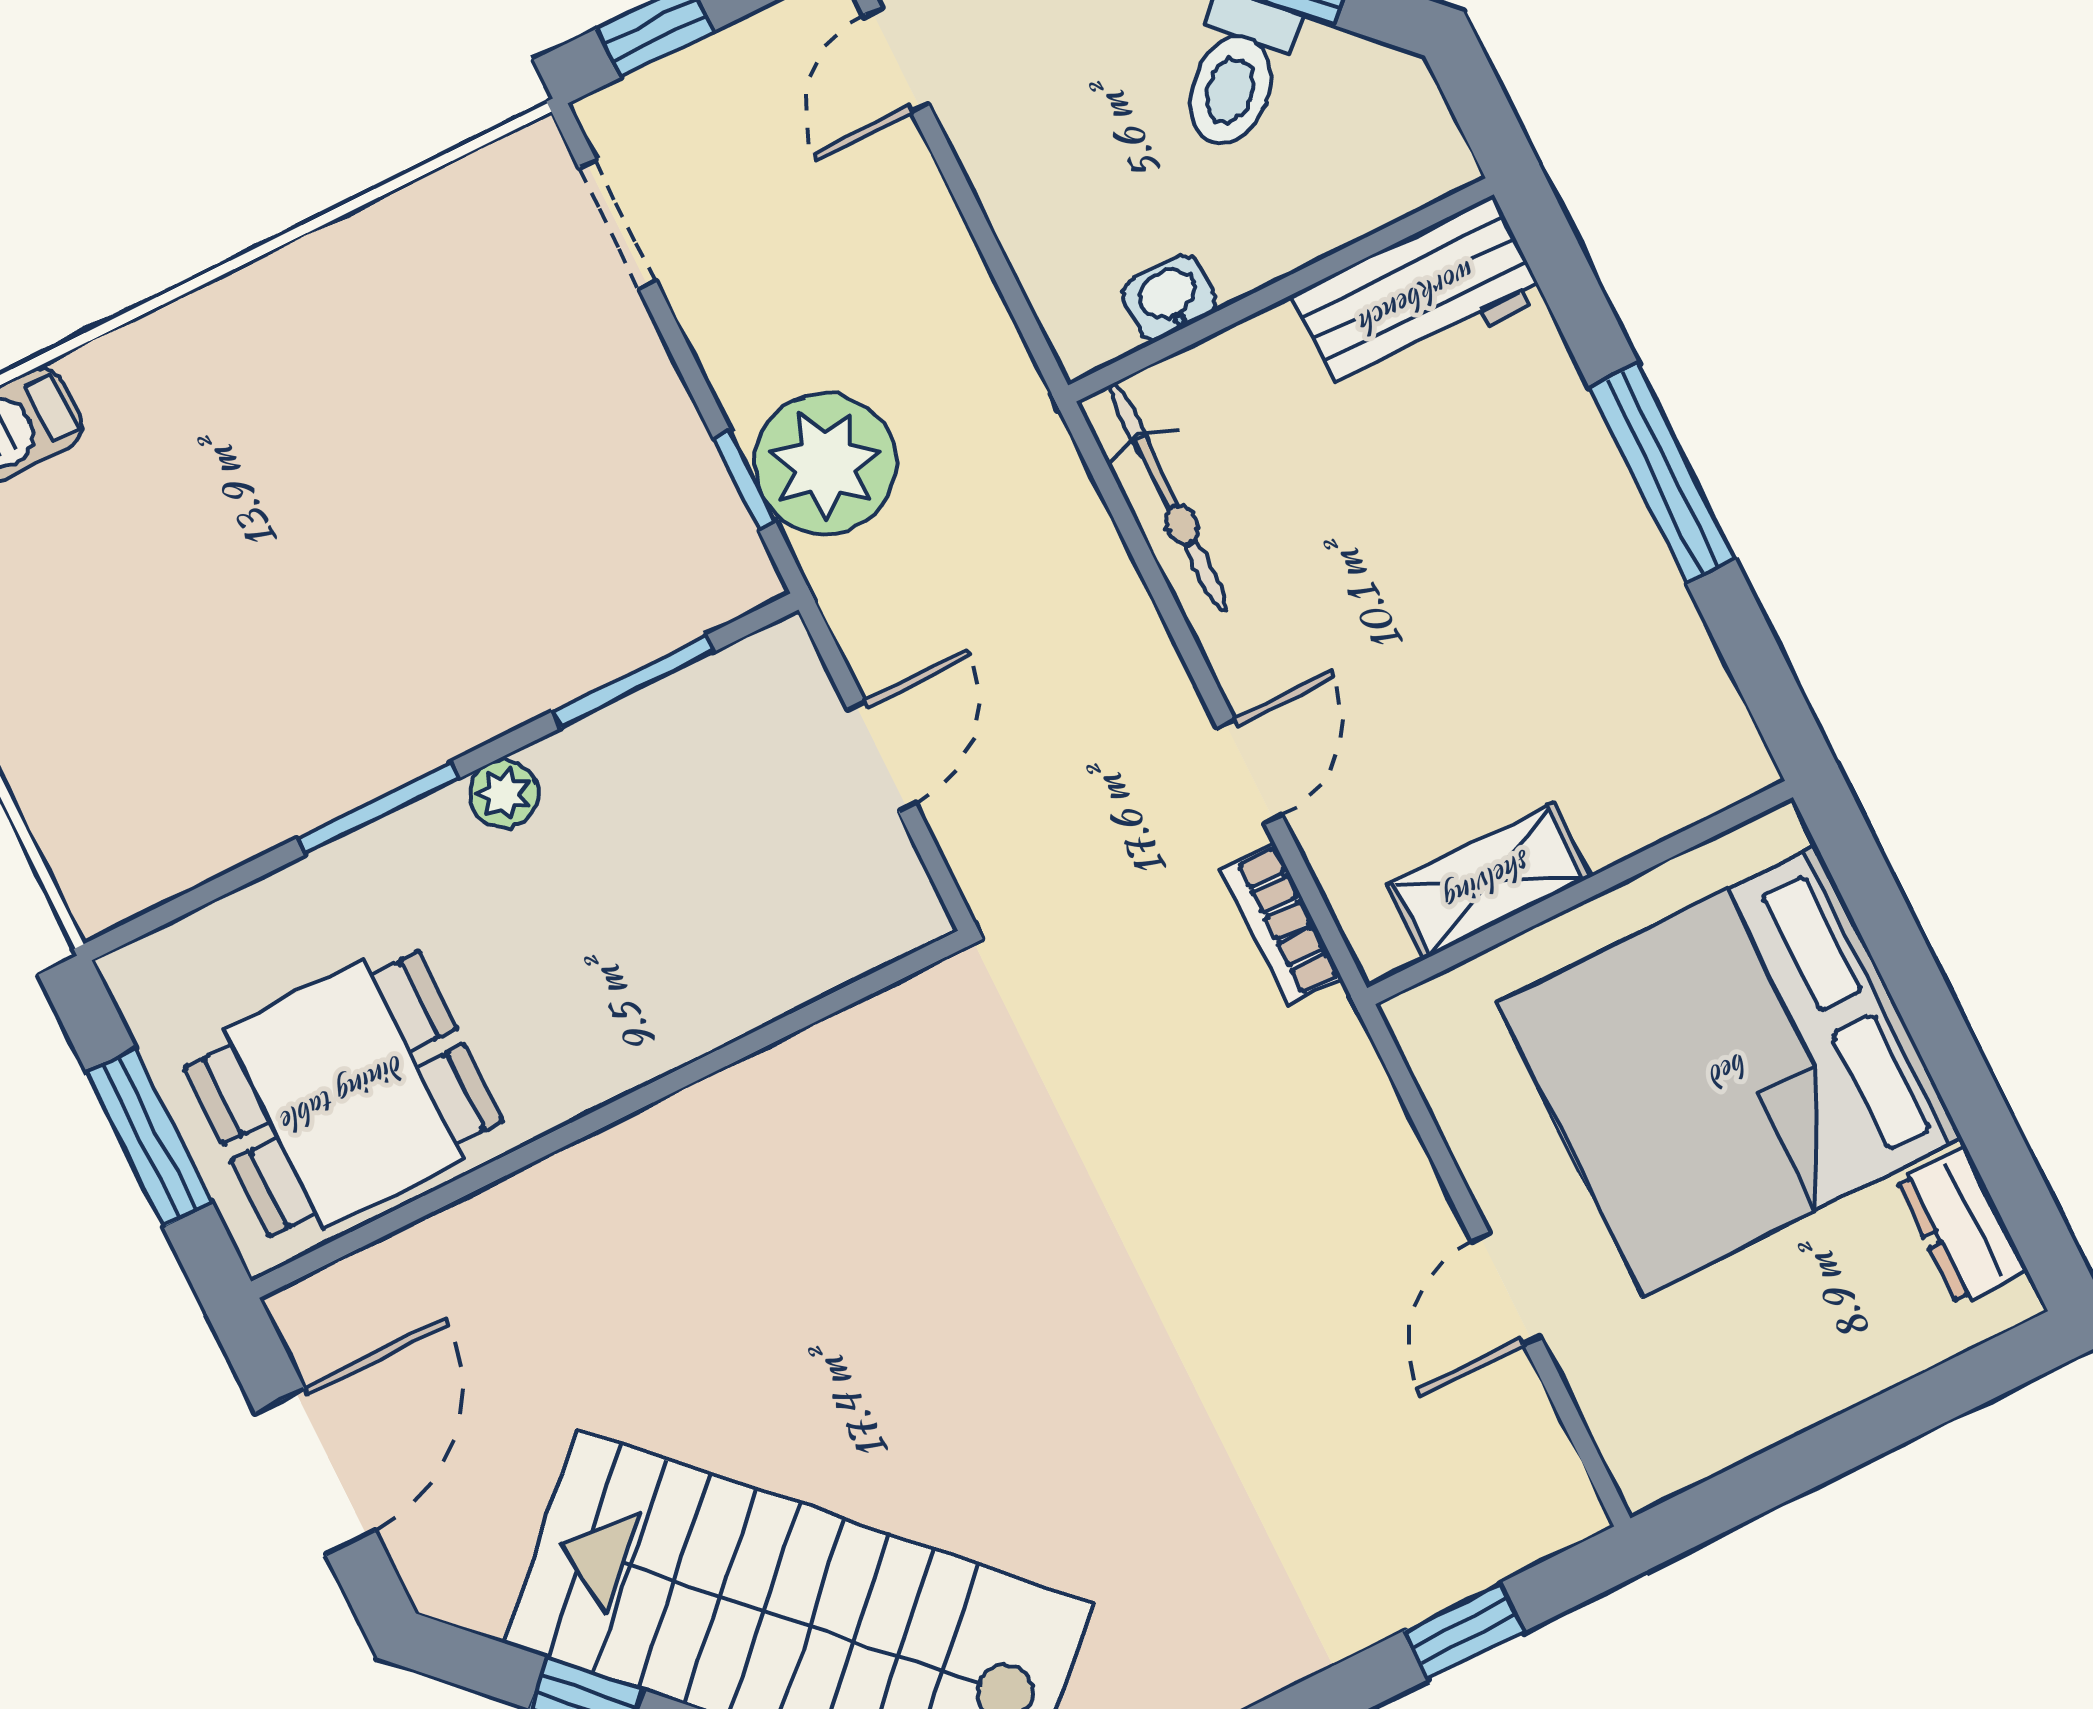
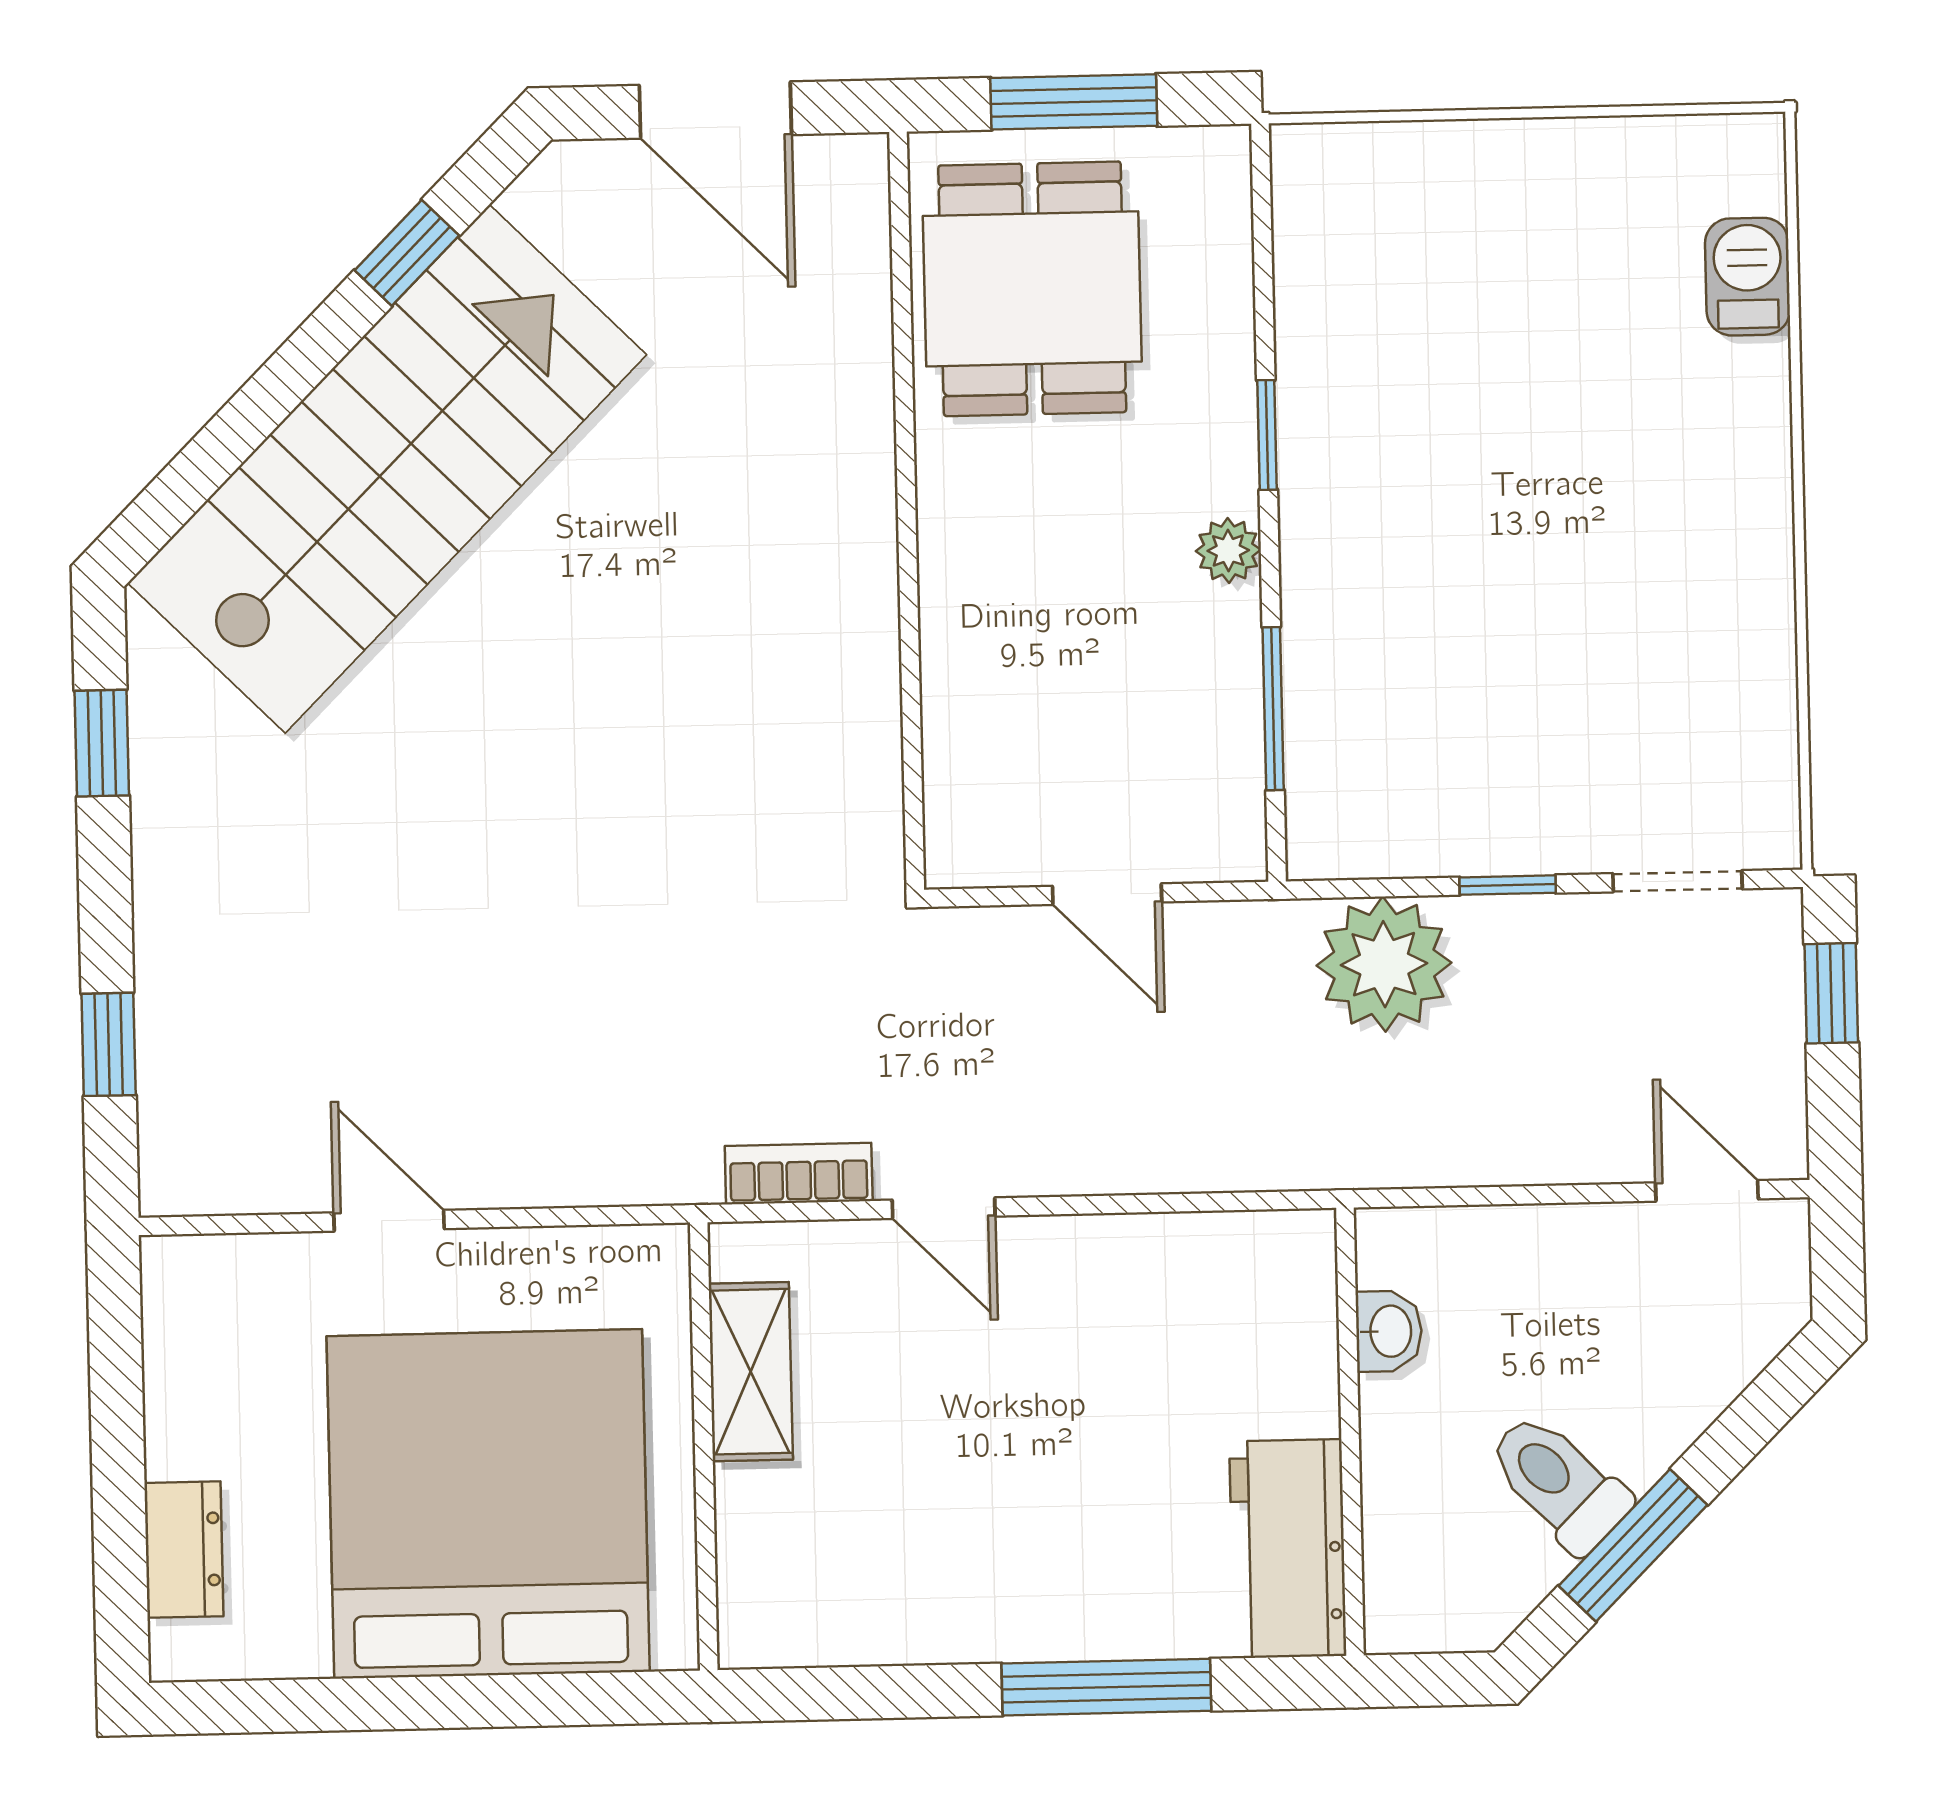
window: (1662, 473) -> (1106, 1687), moved
window: (744, 480) -> (1508, 885), moved
bicycle: (1168, 497) -> (1215, 1249), removed
window: (378, 808) -> (1267, 435), width x0.67
dresser: (1961, 1225) -> (184, 1550), moved, turned 90

